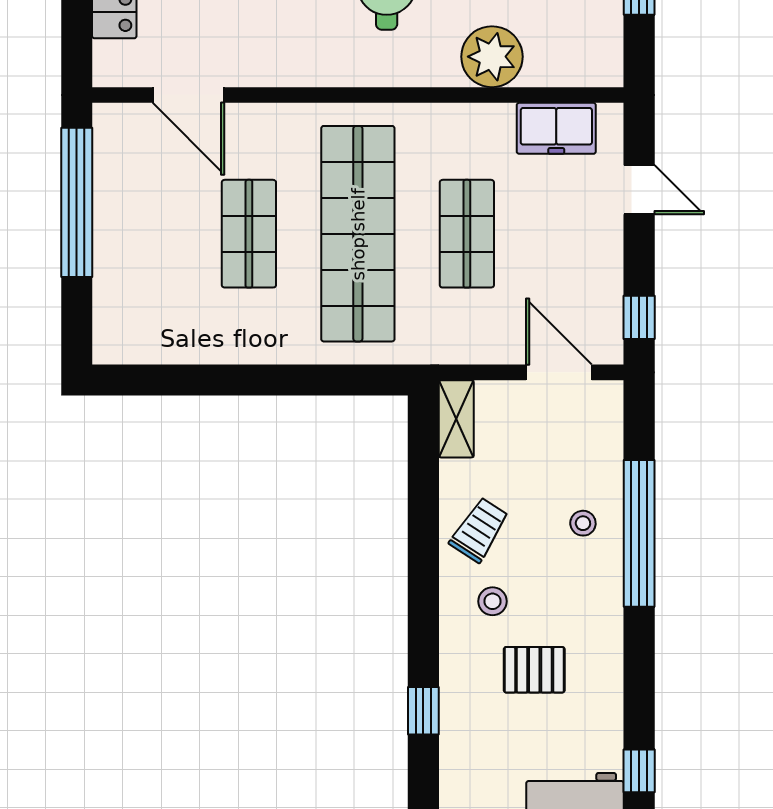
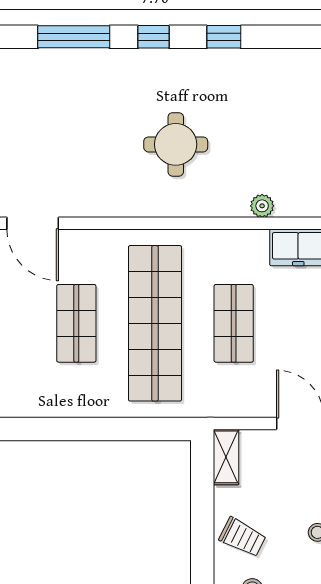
plant: (492, 57) -> (262, 206), width x0.53, depth x0.53
trolley: (479, 530) -> (243, 537), turned 84

